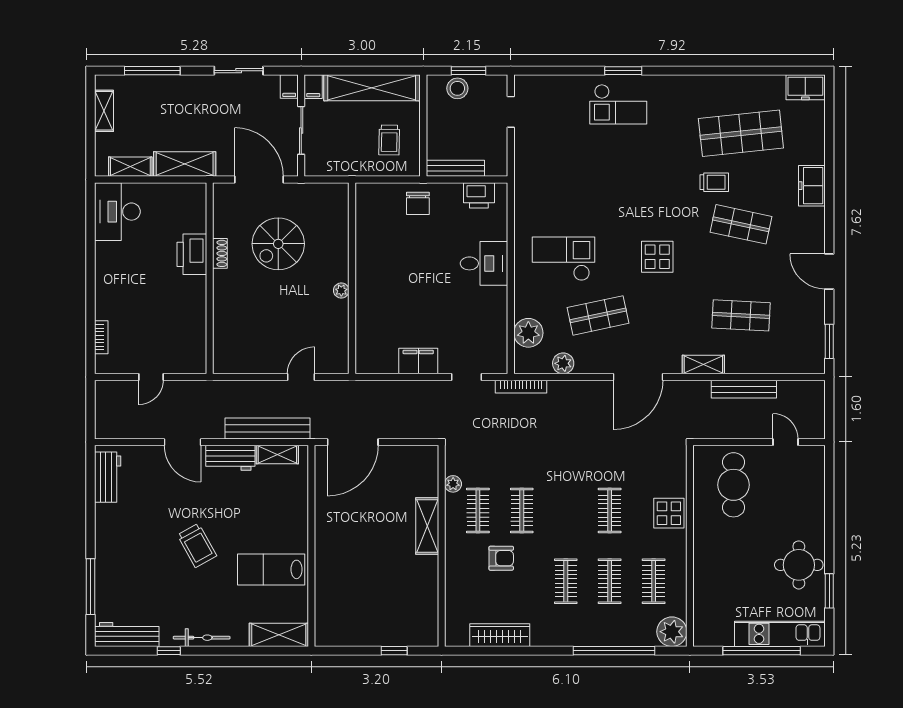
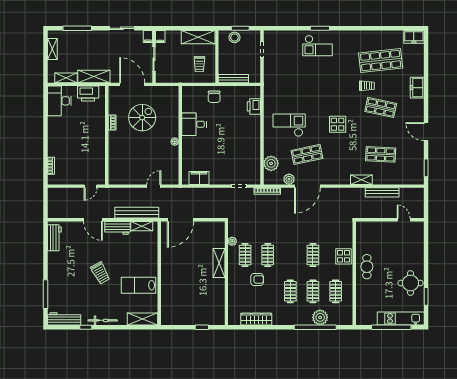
shelving: (372, 88) -> (198, 37), width x0.68
printer: (479, 195) -> (254, 106), moved, turned 90
spiral stairs: (278, 244) -> (142, 118), turned 180
printer: (192, 254) -> (88, 94), moved, turned -90
desk: (484, 263) -> (194, 124), moved, turned 180
filing cabinet: (418, 361) -> (199, 178), moved
door: (151, 377) -> (91, 186), moved
door: (638, 377) -> (307, 186), moved
cafe table: (734, 485) -> (367, 267), moved, width x0.73, depth x0.74
plant: (672, 632) -> (320, 317), moved

